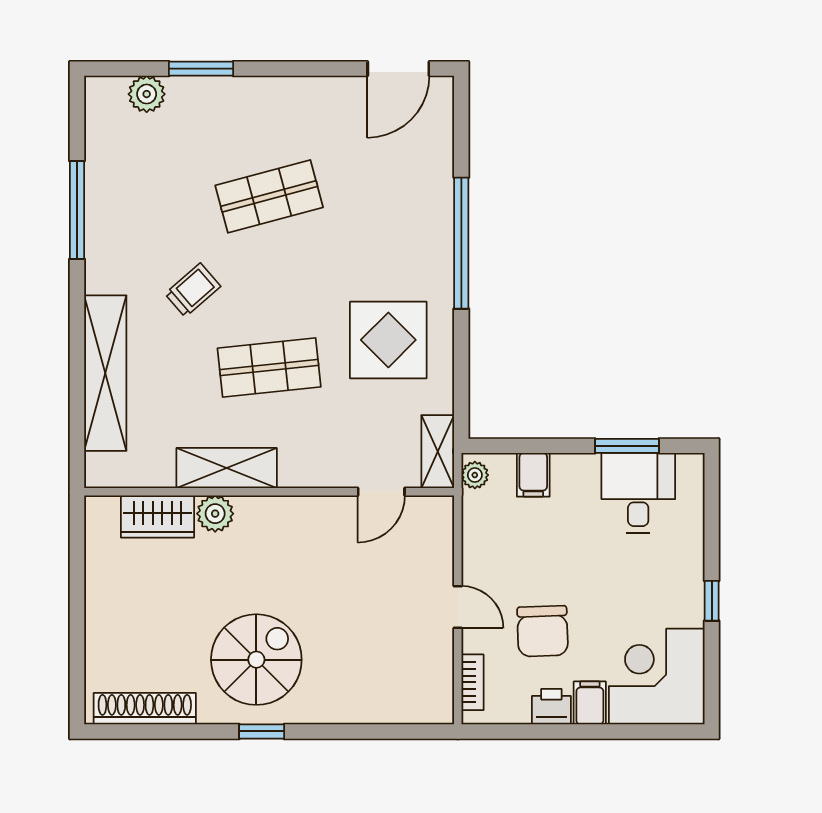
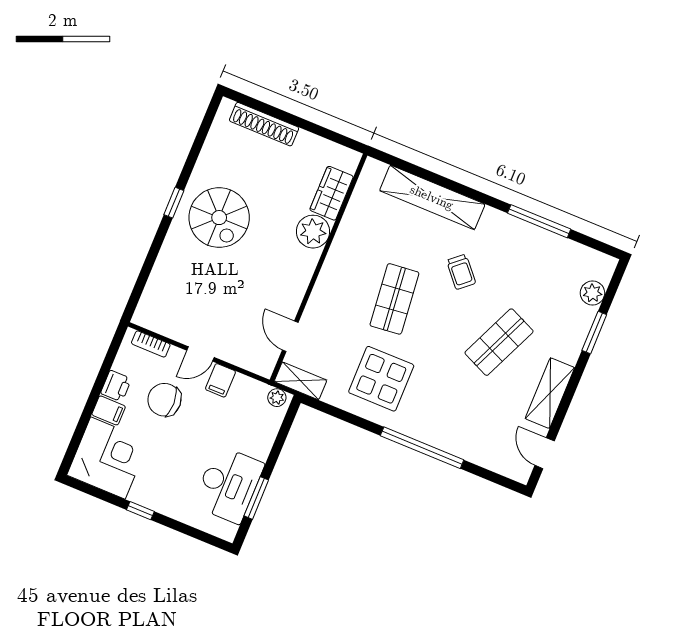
door: (398, 69) -> (545, 453), width x0.73
shop shelf: (269, 196) -> (499, 342), turned 39
shelving: (227, 468) -> (550, 393), moved
filing cabinet: (533, 475) -> (220, 380), moved, turned -90
desk: (638, 493) -> (228, 485), width x1.37
plant: (215, 514) -> (313, 232), width x1.36, depth x1.36
shoe rack: (145, 709) -> (264, 124), moved, turned 90

